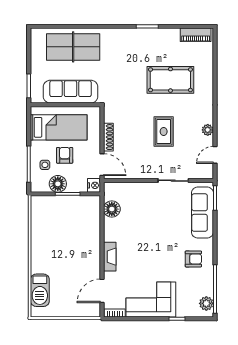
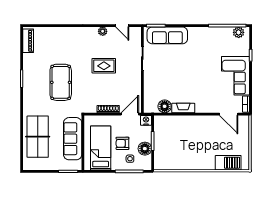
pool table: (170, 80) -> (61, 82), moved
fireplace: (110, 257) -> (183, 108), moved
armchair: (193, 259) -> (204, 42), removed

